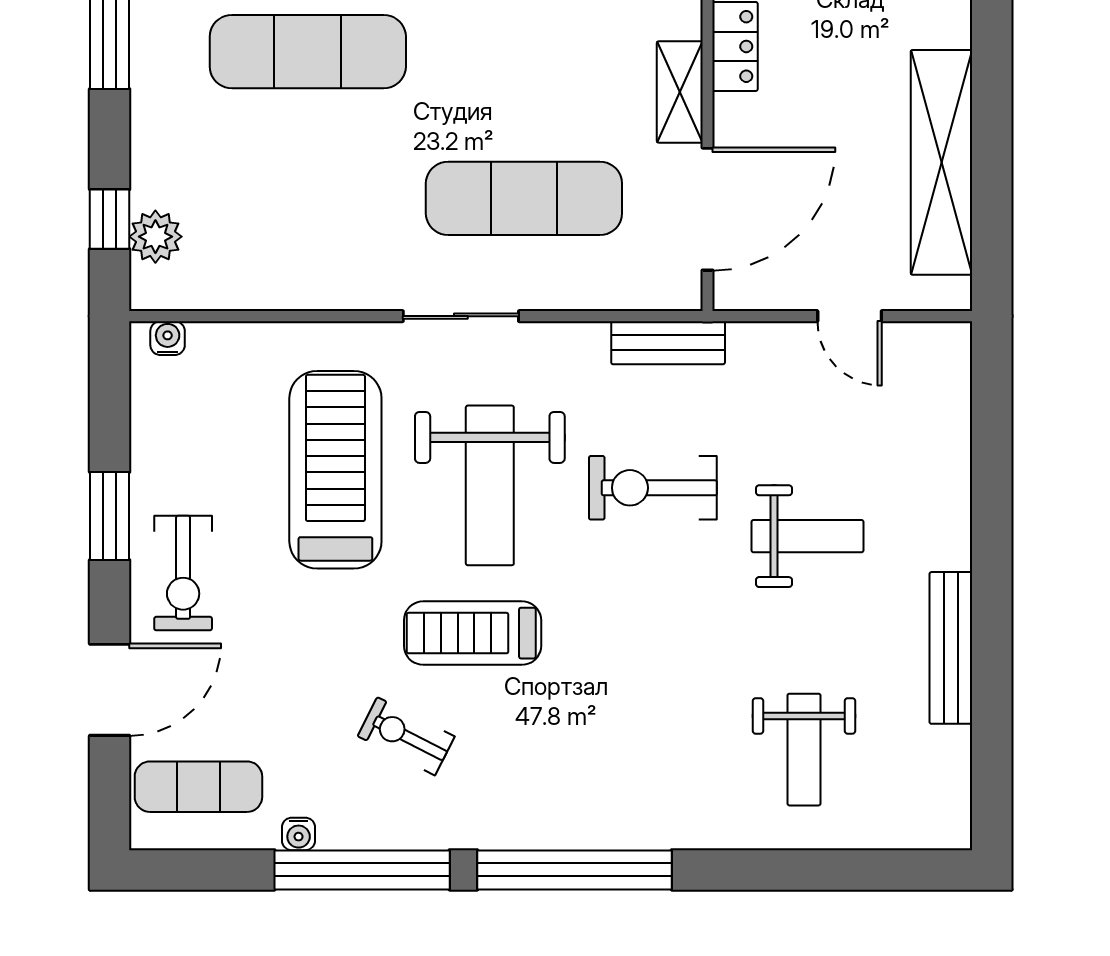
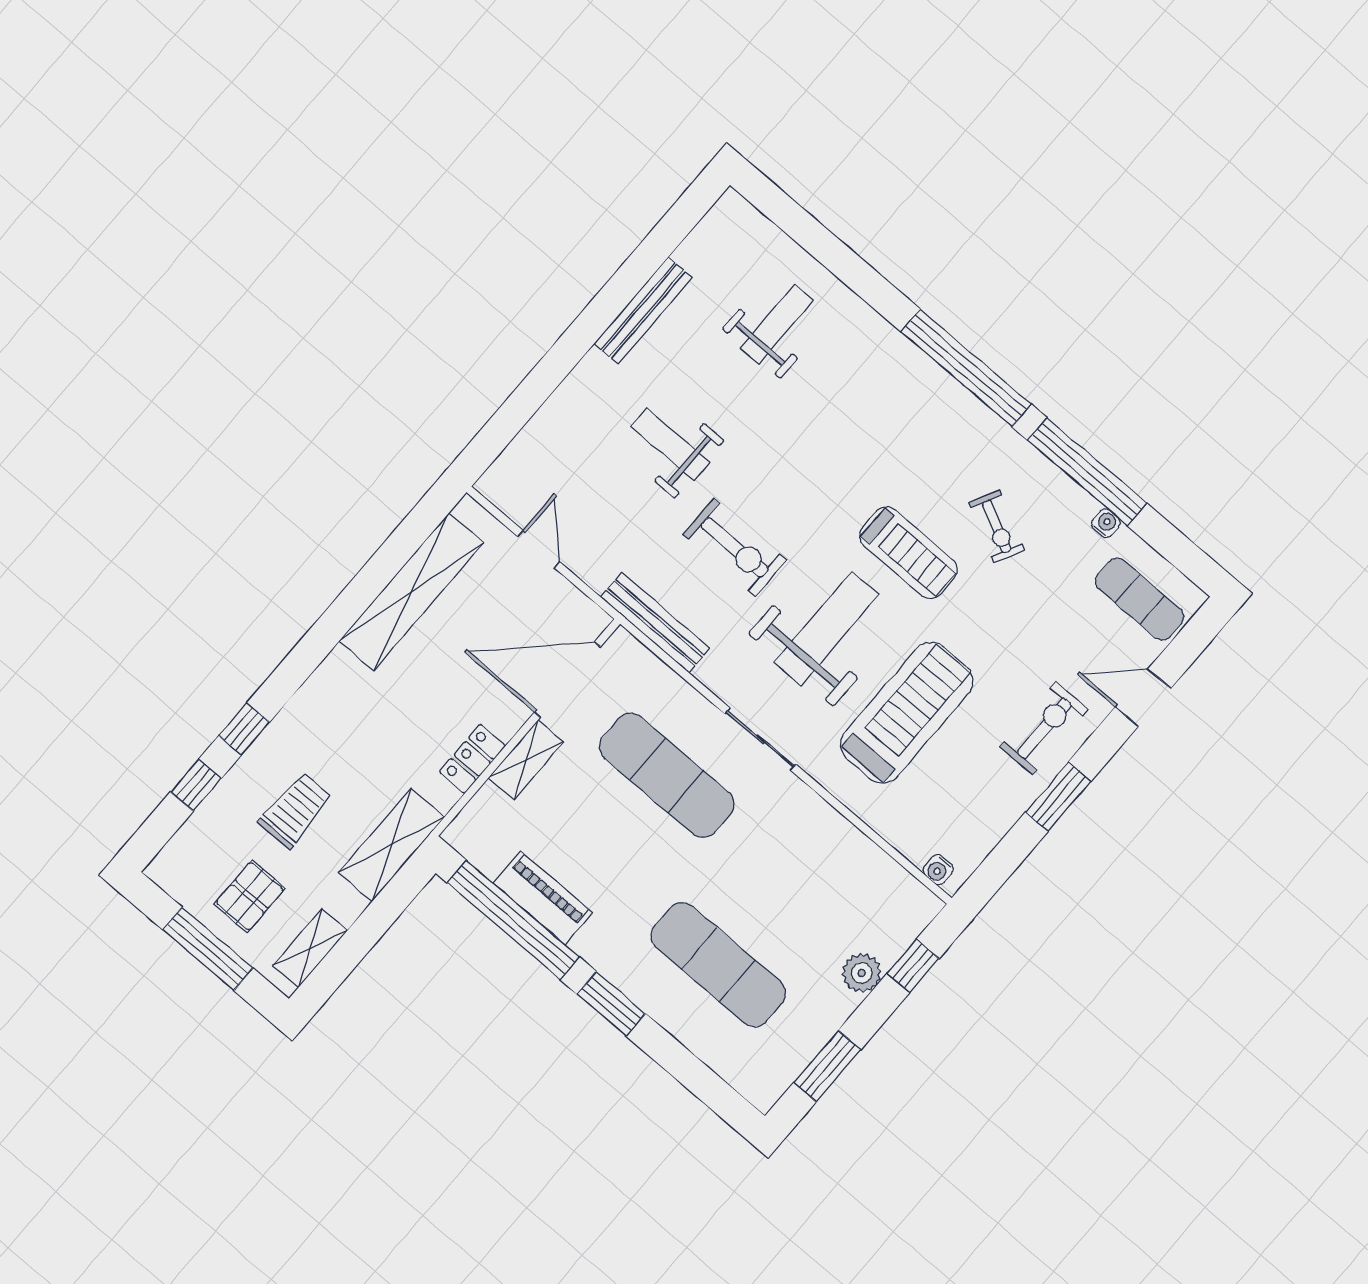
plant: (155, 237) -> (862, 973), moved
bench: (668, 343) -> (655, 623), width x1.36
treadmill: (335, 470) -> (907, 713), turned 180
door: (110, 690) -> (1143, 698), width x0.73

